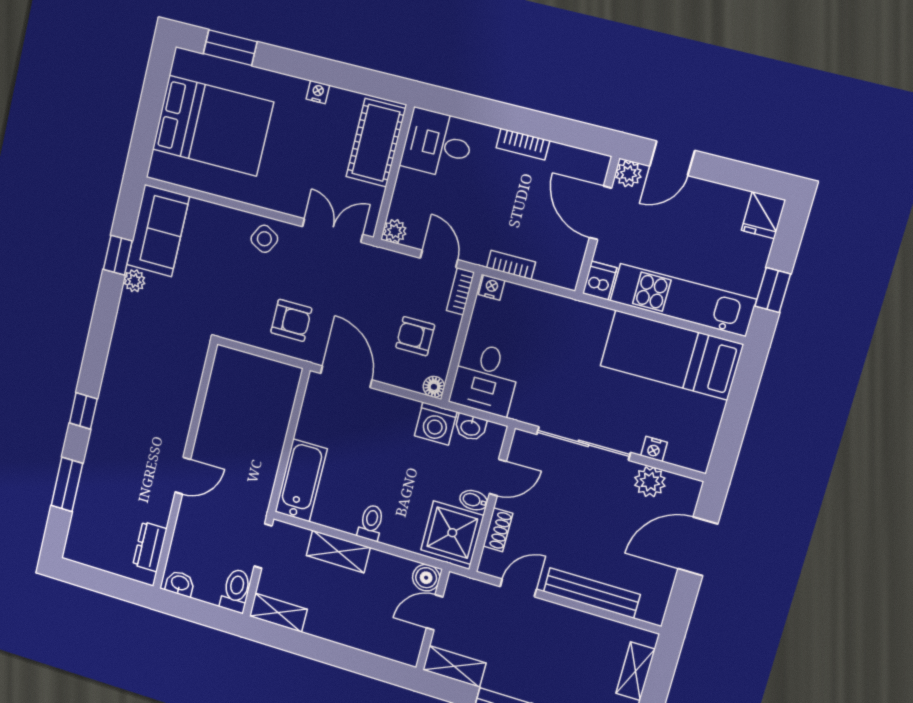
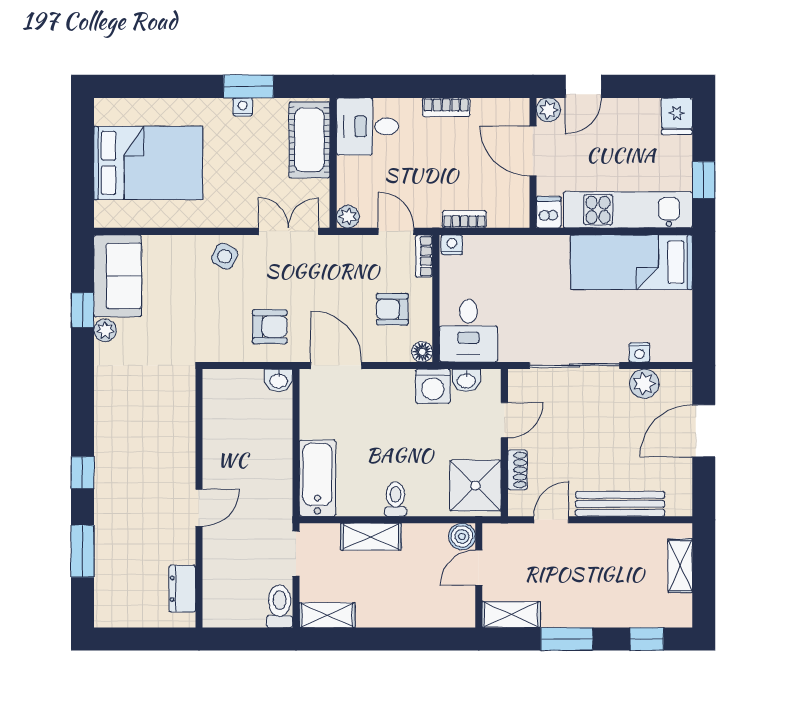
window: (230, 48) -> (248, 86), moved
bidet: (474, 500) -> (487, 449), removed
washbasin: (180, 584) -> (279, 380), moved, turned 180

